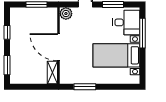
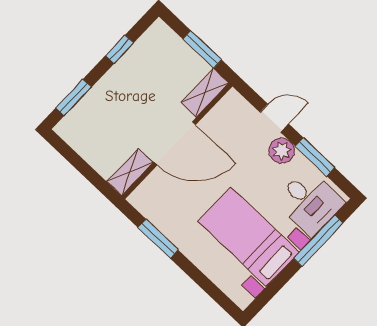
plant: (66, 14) -> (282, 151), moved
shelving: (52, 19) -> (205, 93), added
door: (59, 47) -> (175, 143), swing flipped

